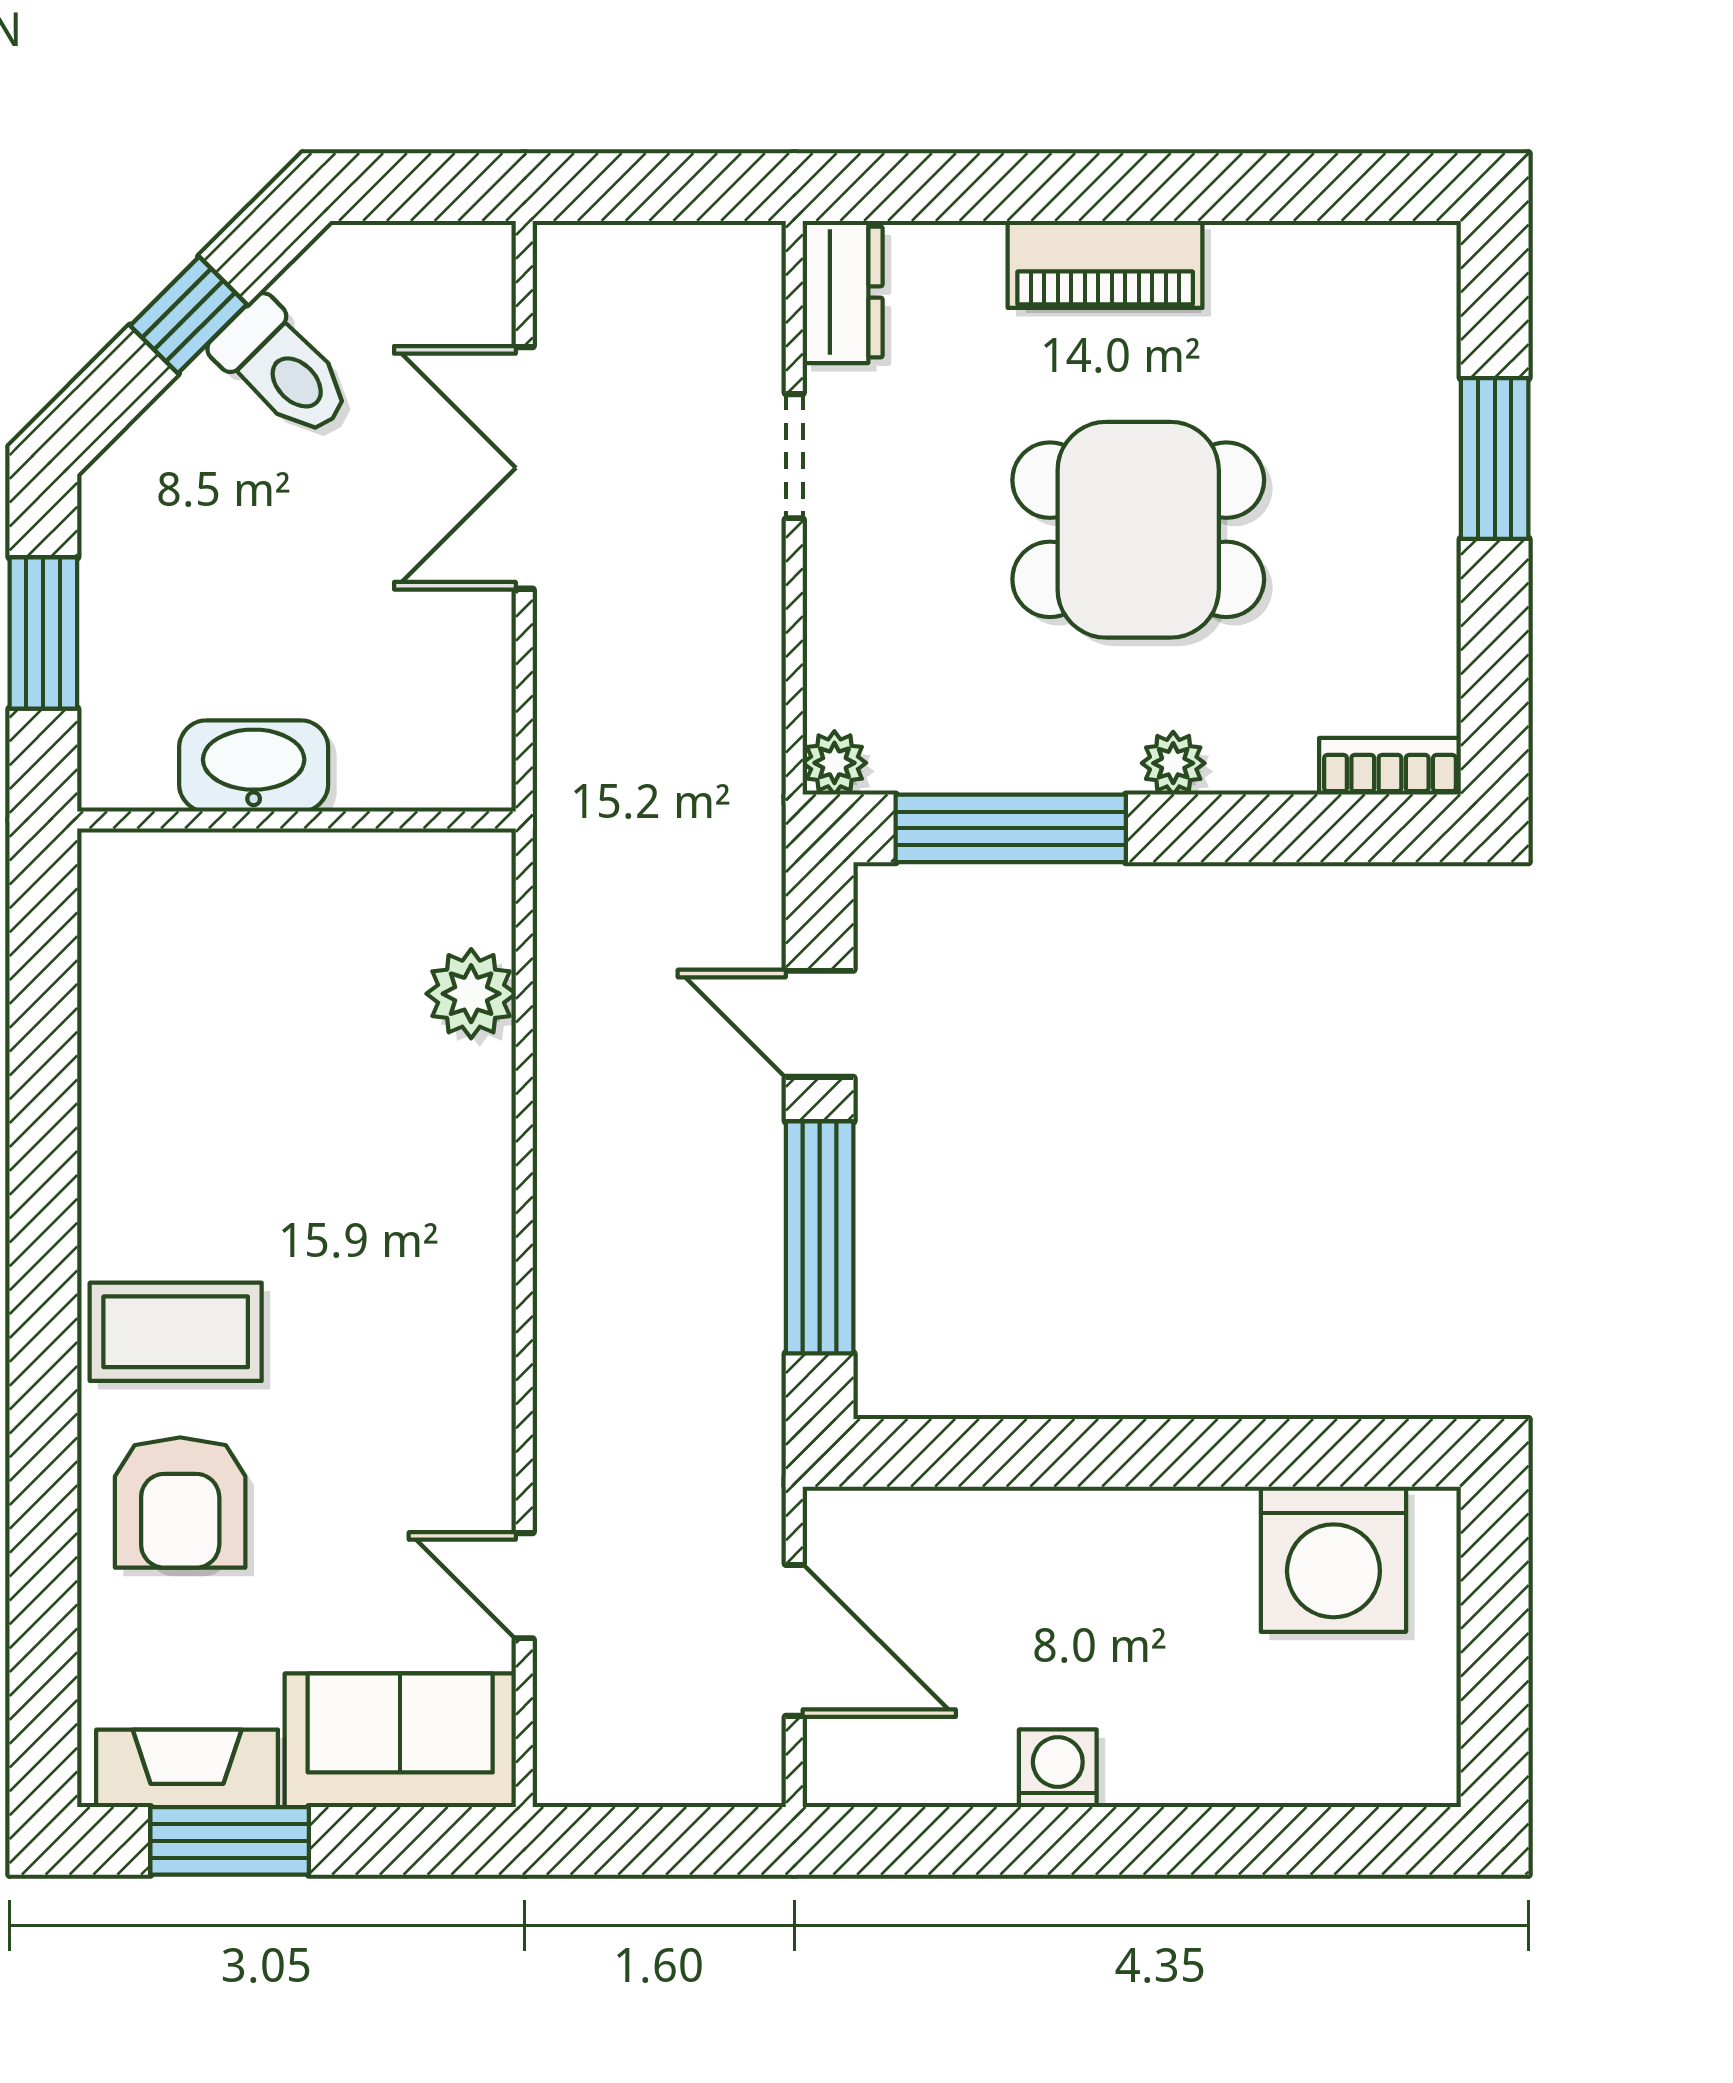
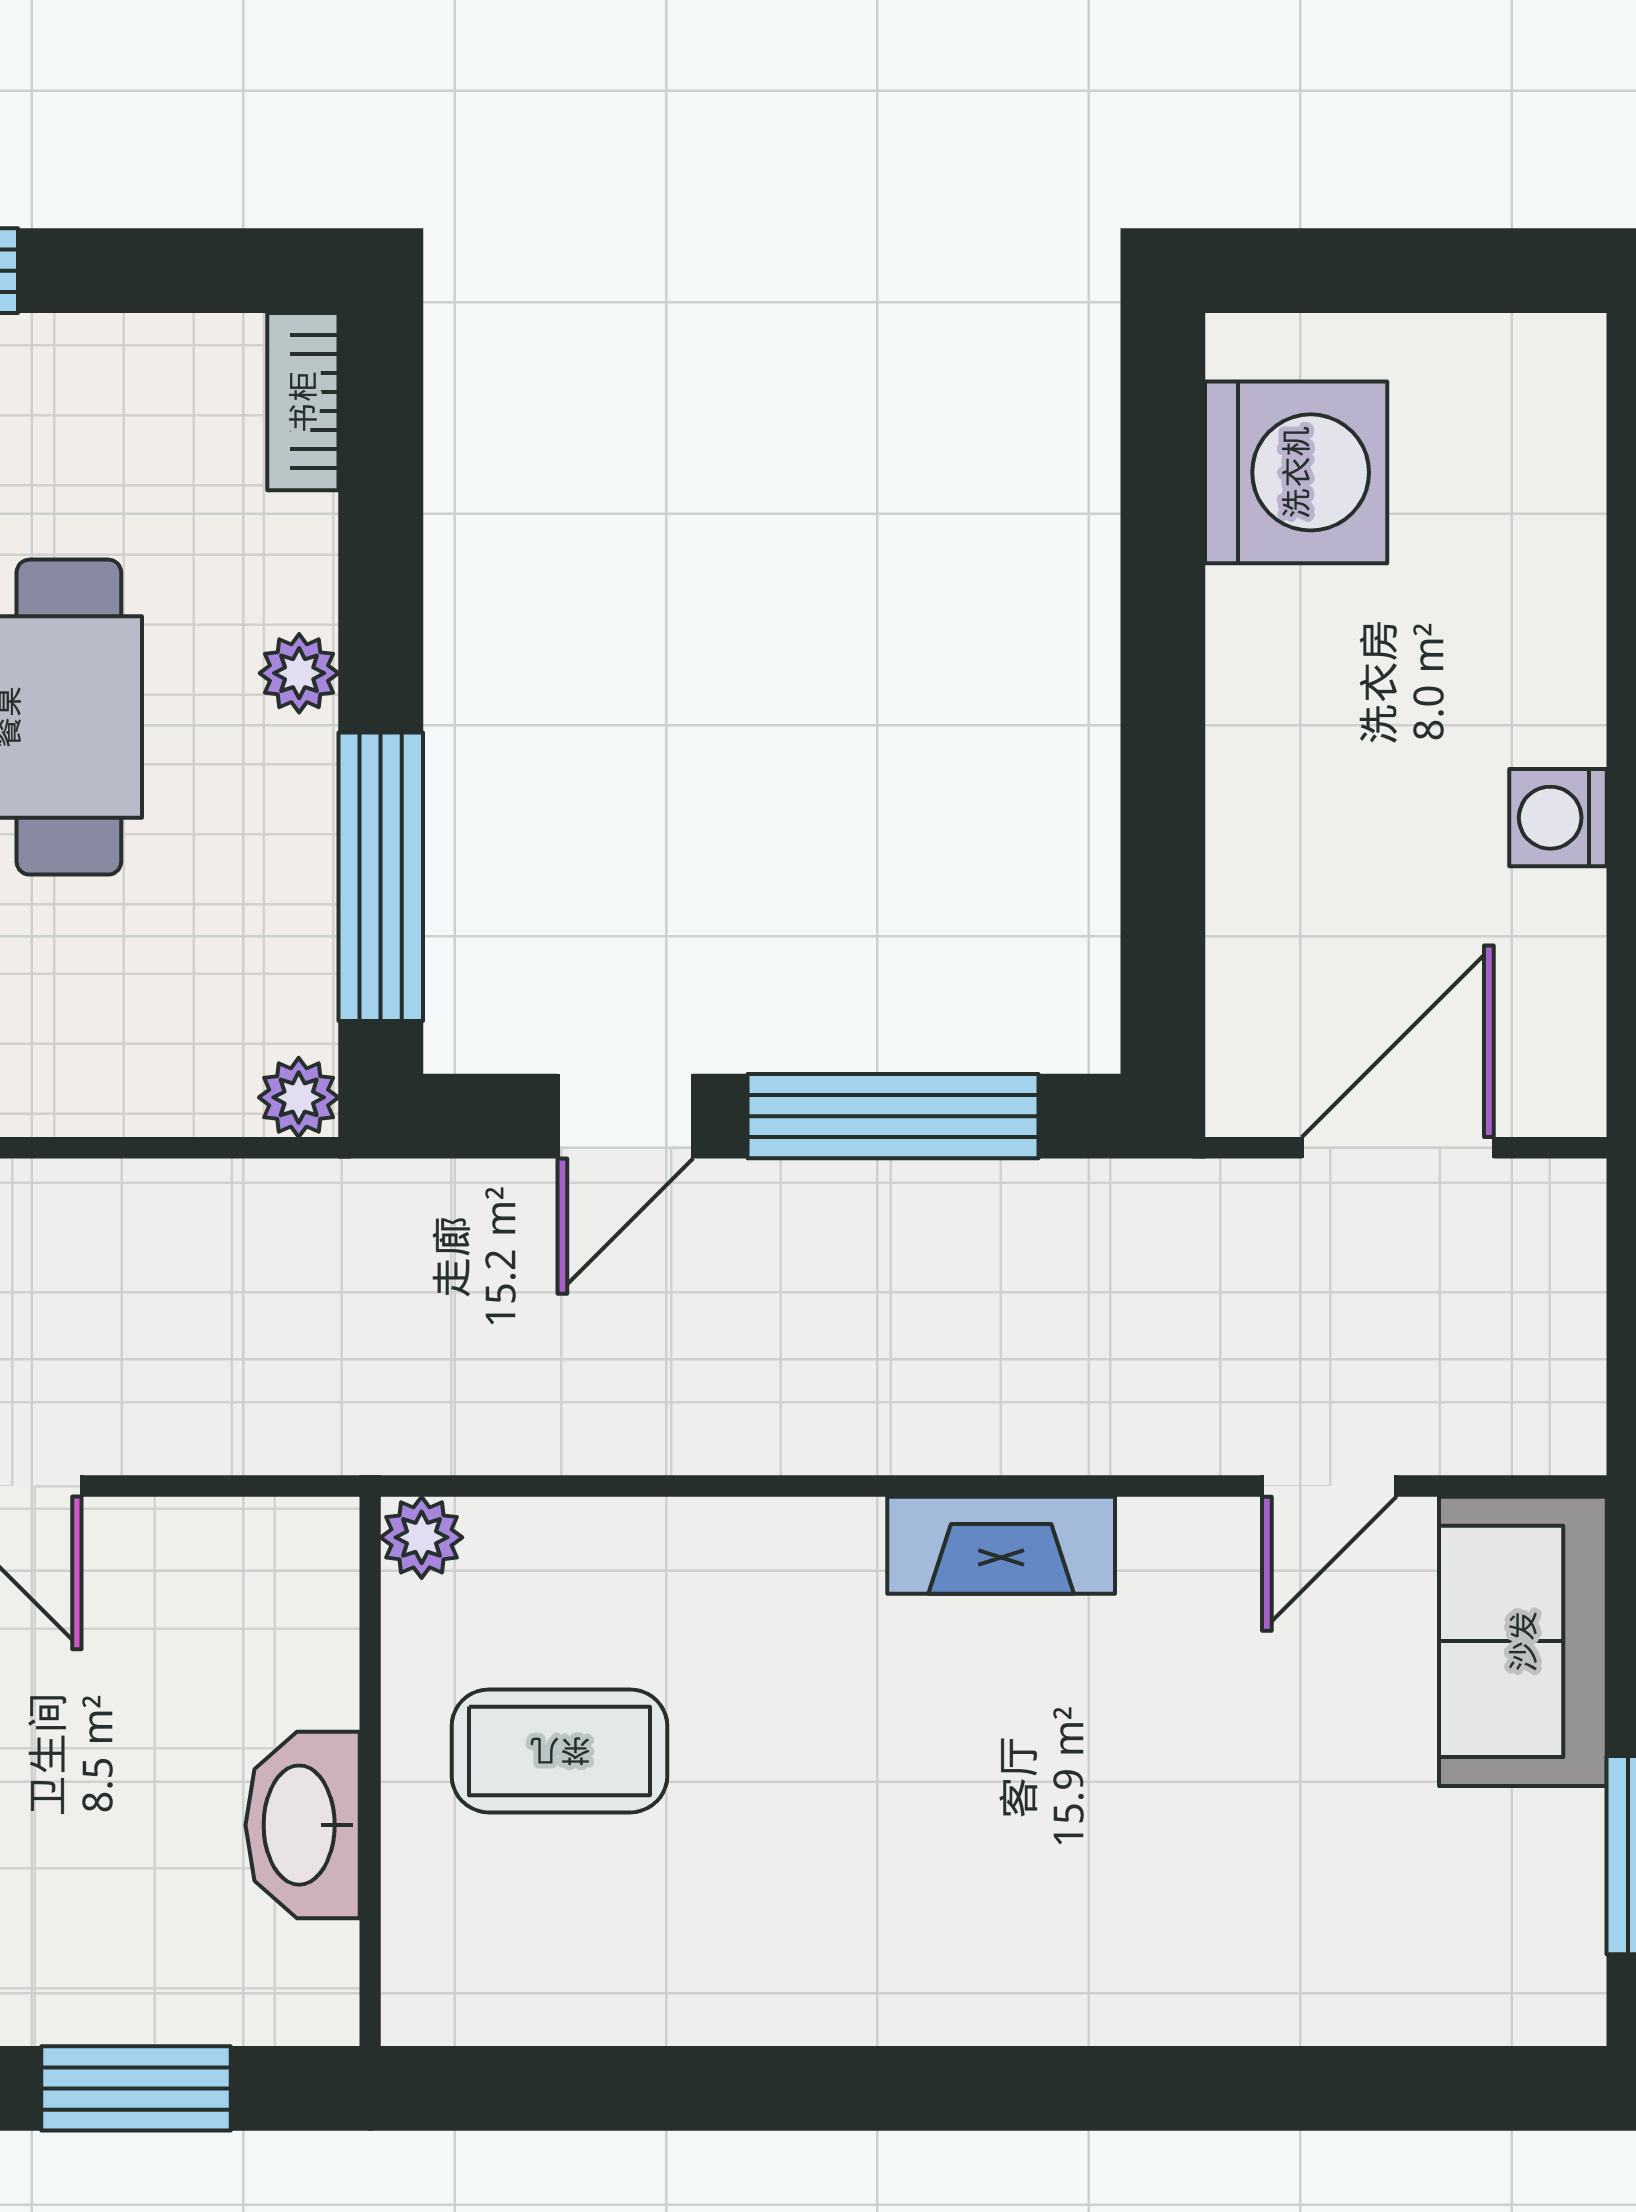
plant: (471, 994) -> (422, 1537), moved, width x0.73, depth x0.73
coffee table: (176, 1332) -> (560, 1751), moved, turned 90
armchair: (180, 1503) -> (1225, 1917), removed
fireplace: (187, 1768) -> (1001, 1545), moved, turned -90

